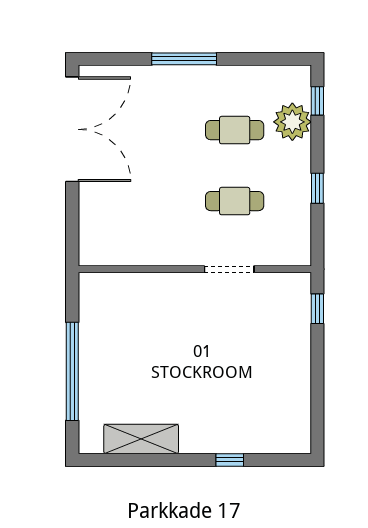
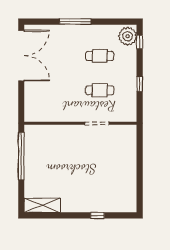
plant: (292, 122) -> (128, 36), moved
window: (317, 309) -> (140, 142), removed
window: (72, 371) -> (21, 156), moved
shelving: (141, 439) -> (42, 205), moved

